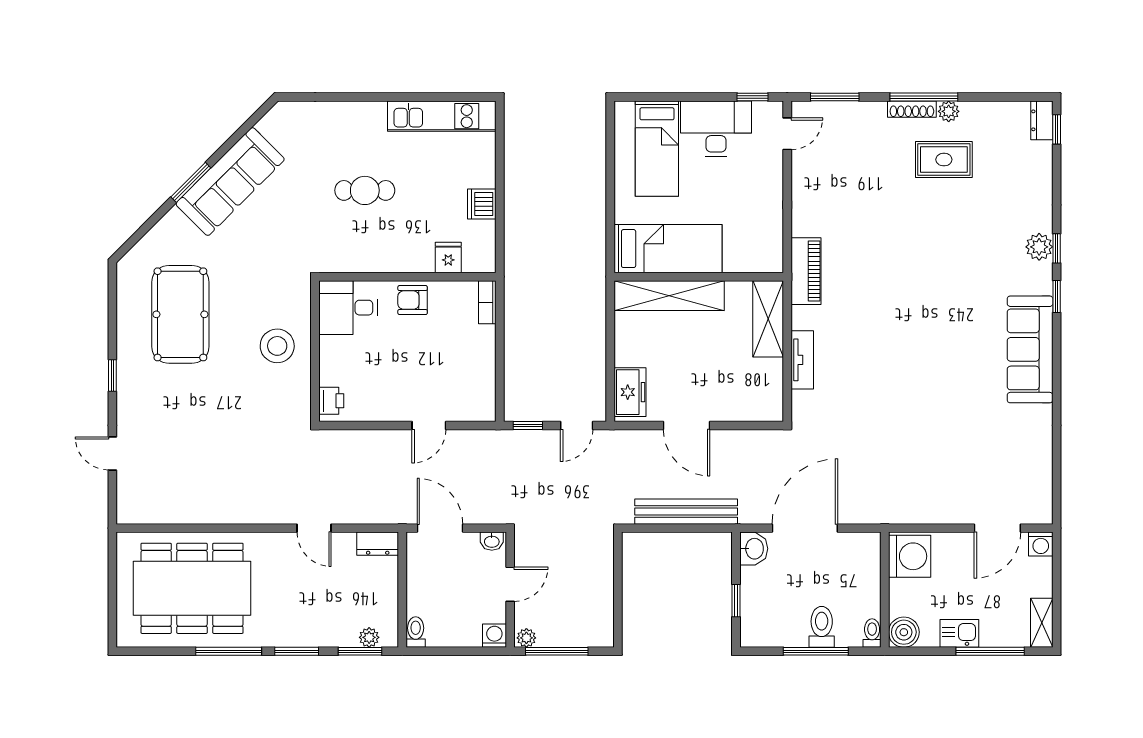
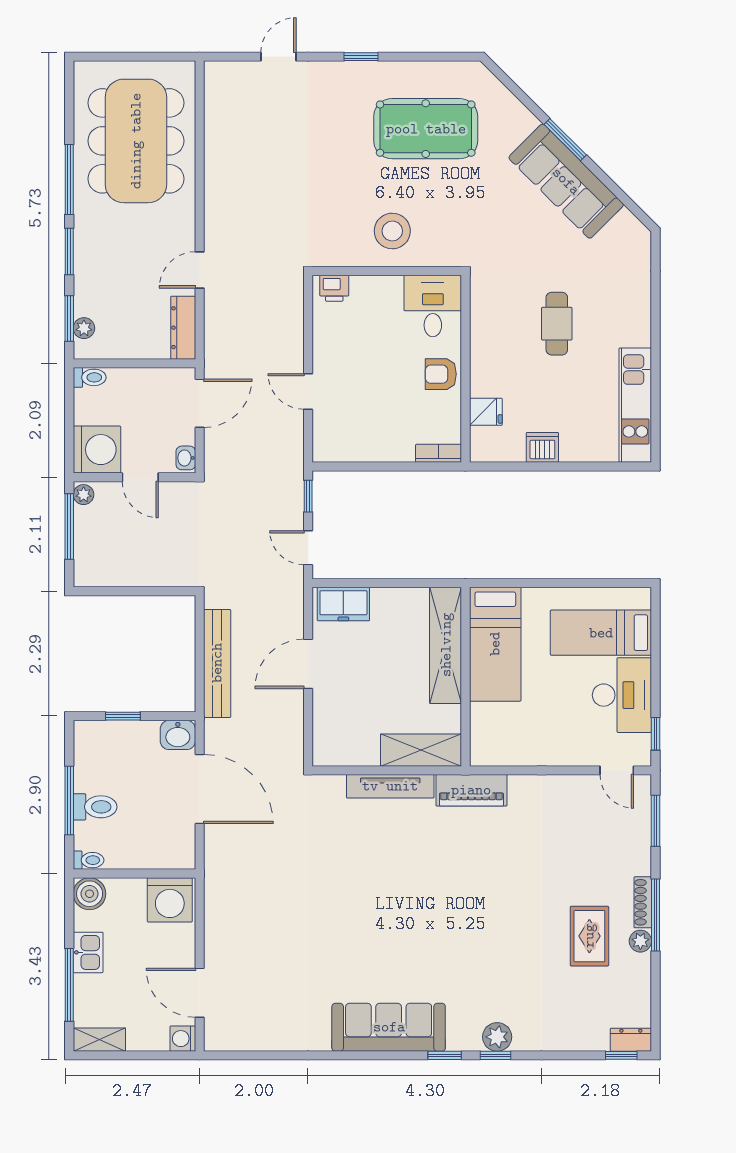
armchair: (413, 300) -> (441, 374), turned -90
tv unit: (802, 360) -> (390, 786), width x1.41
dresser: (378, 544) -> (183, 328), width x1.44
washing machine: (494, 636) -> (97, 450), width x1.89, depth x1.89

